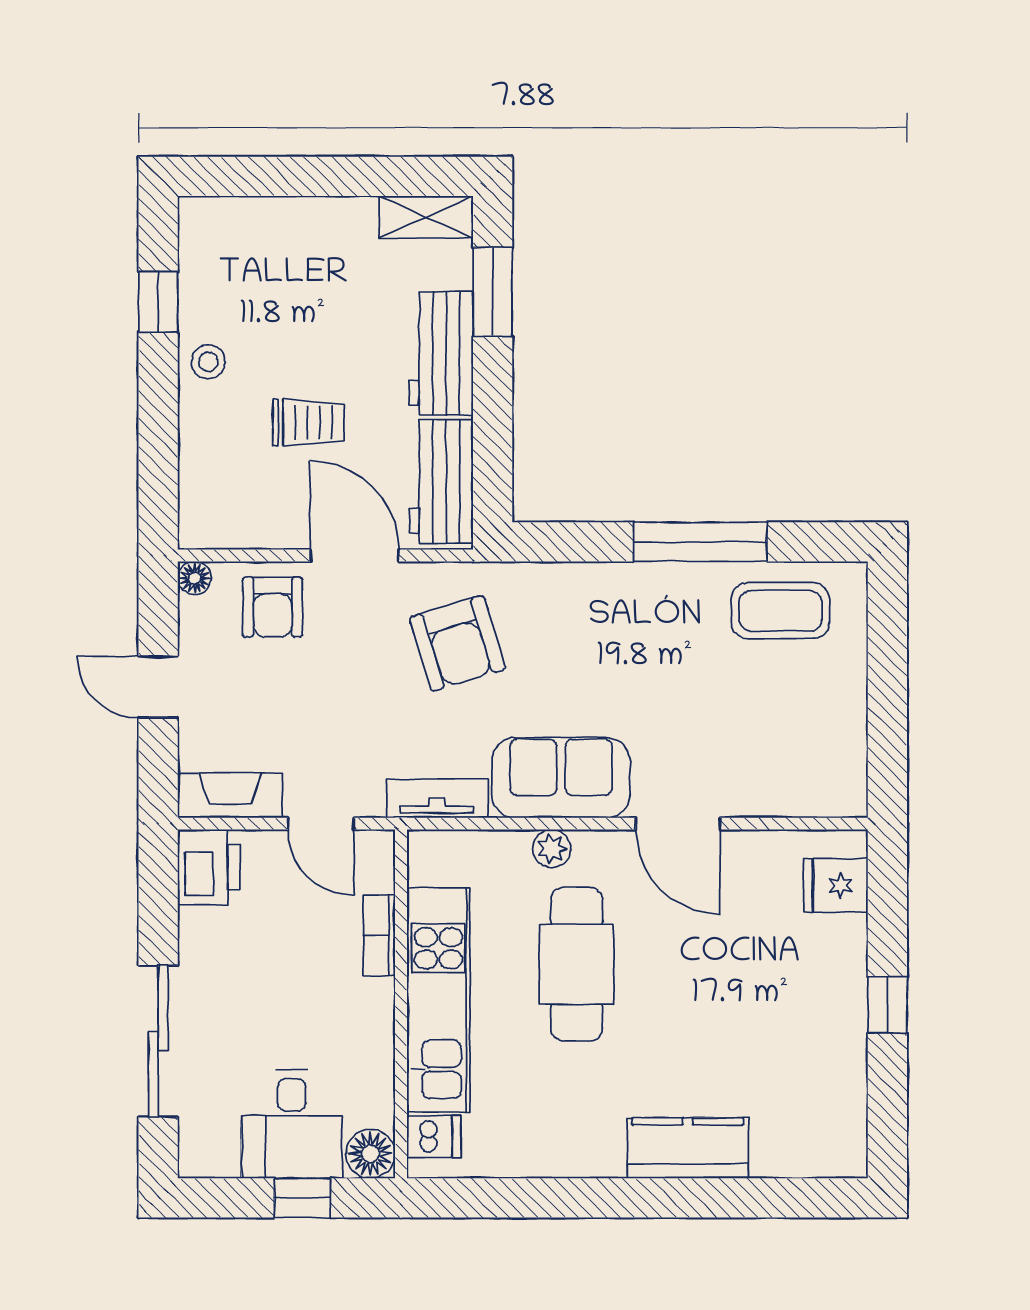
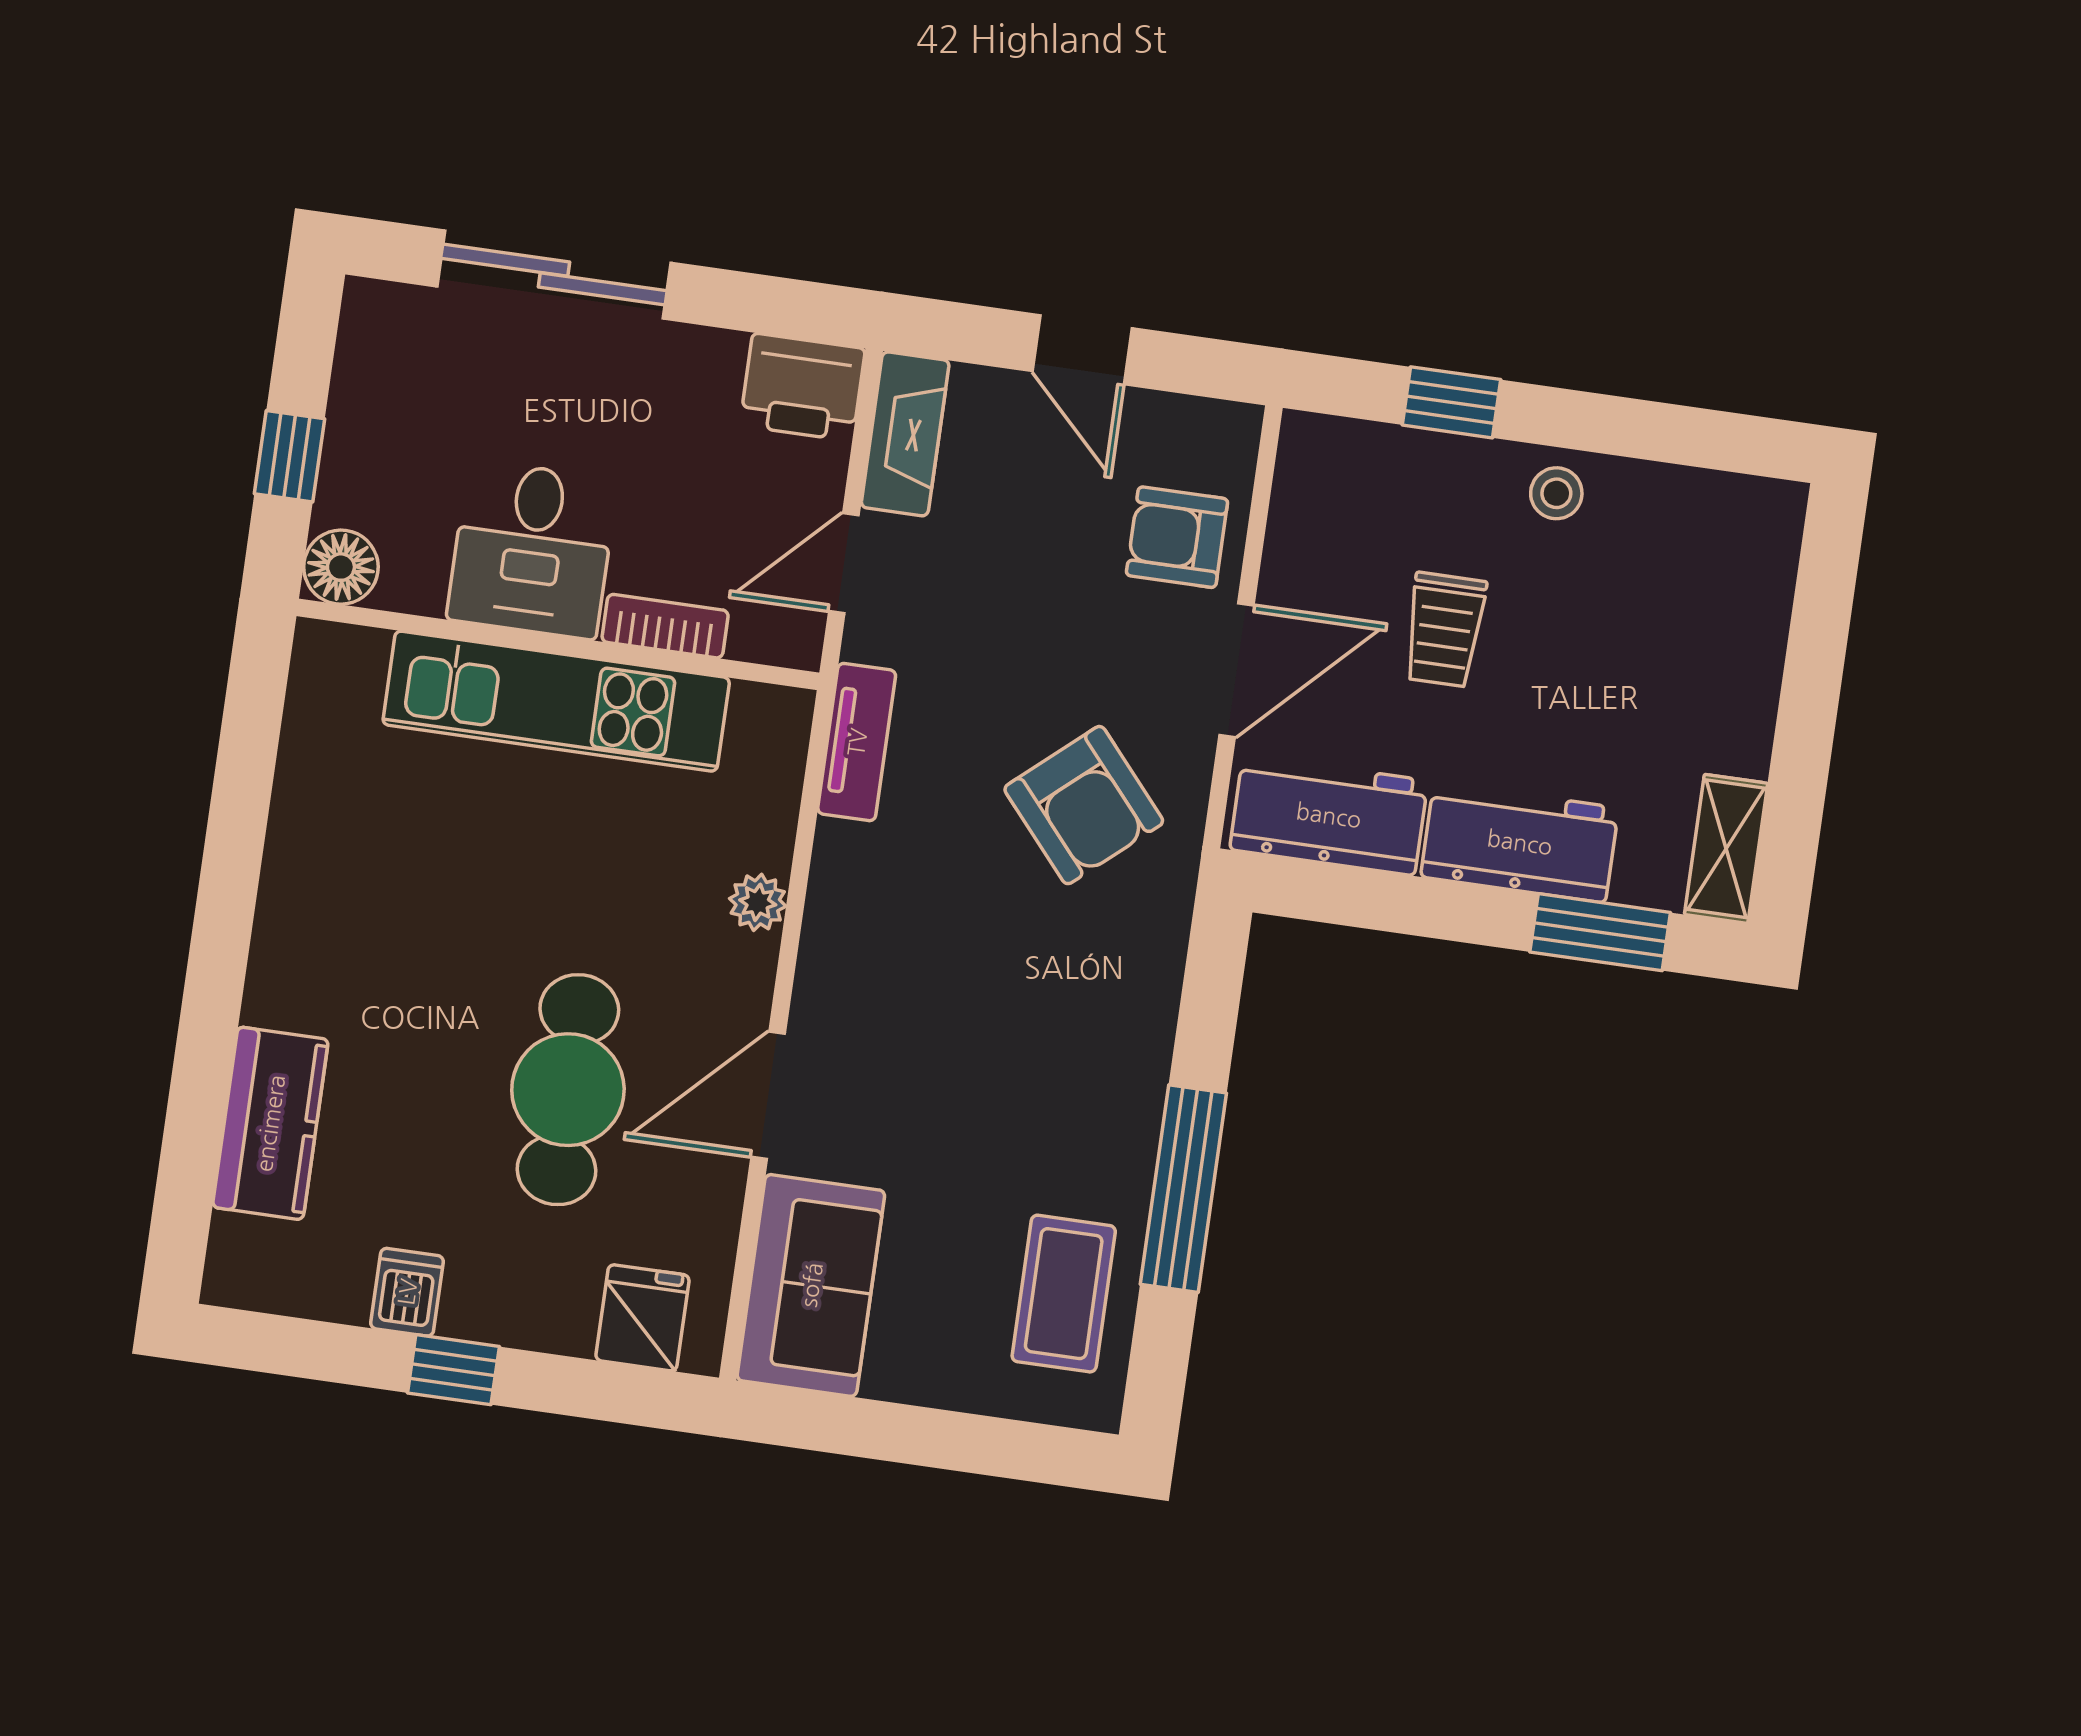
window: (158, 302) -> (1451, 402), moved
floor lamp: (195, 578) -> (1237, 427), removed
armchair: (457, 643) -> (1084, 805), turned -114
door: (158, 687) -> (1082, 350), swing flipped
sofa: (561, 778) -> (811, 1285), moved
cafe table: (577, 964) -> (568, 1090), moved, turned 90
desk: (292, 1124) -> (532, 549), moved, turned -90
dishwasher: (434, 1137) -> (407, 1292), moved, turned 180
kitchen counter: (688, 1148) -> (270, 1123), moved

